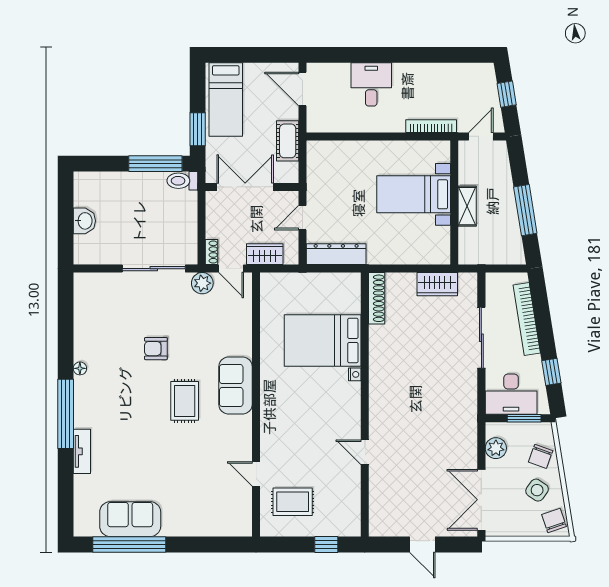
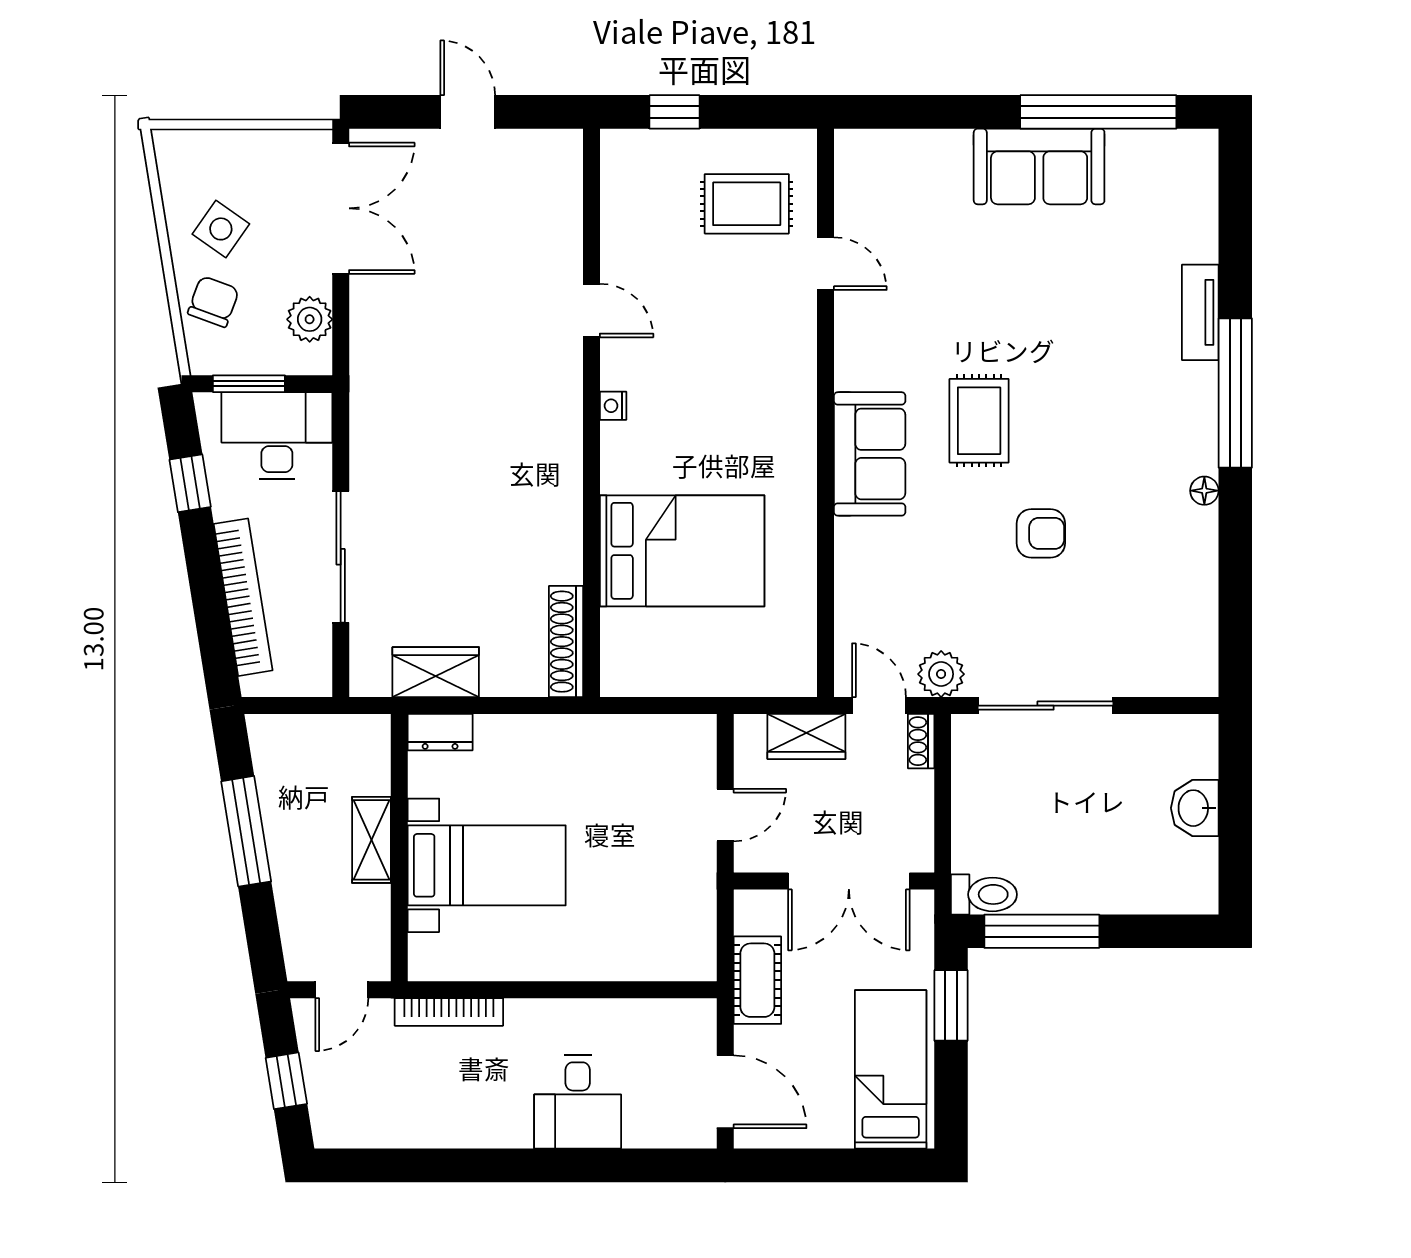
dresser: (336, 254) -> (440, 732), moved, width x0.51, depth x0.80
nightstand: (355, 374) -> (613, 406), moved
sofa: (130, 519) -> (1039, 166), moved
chair: (554, 521) -> (184, 164), removed

